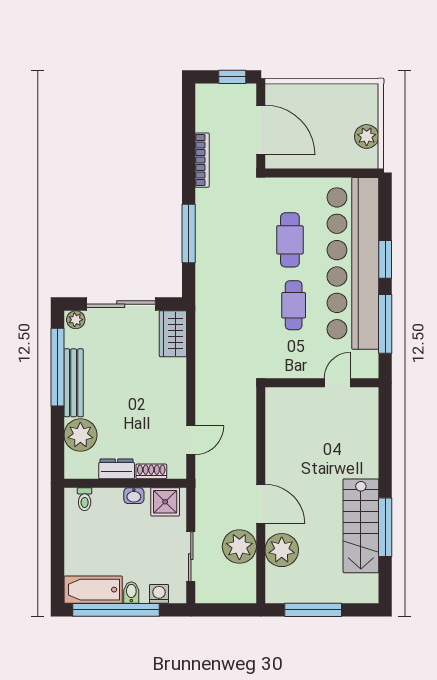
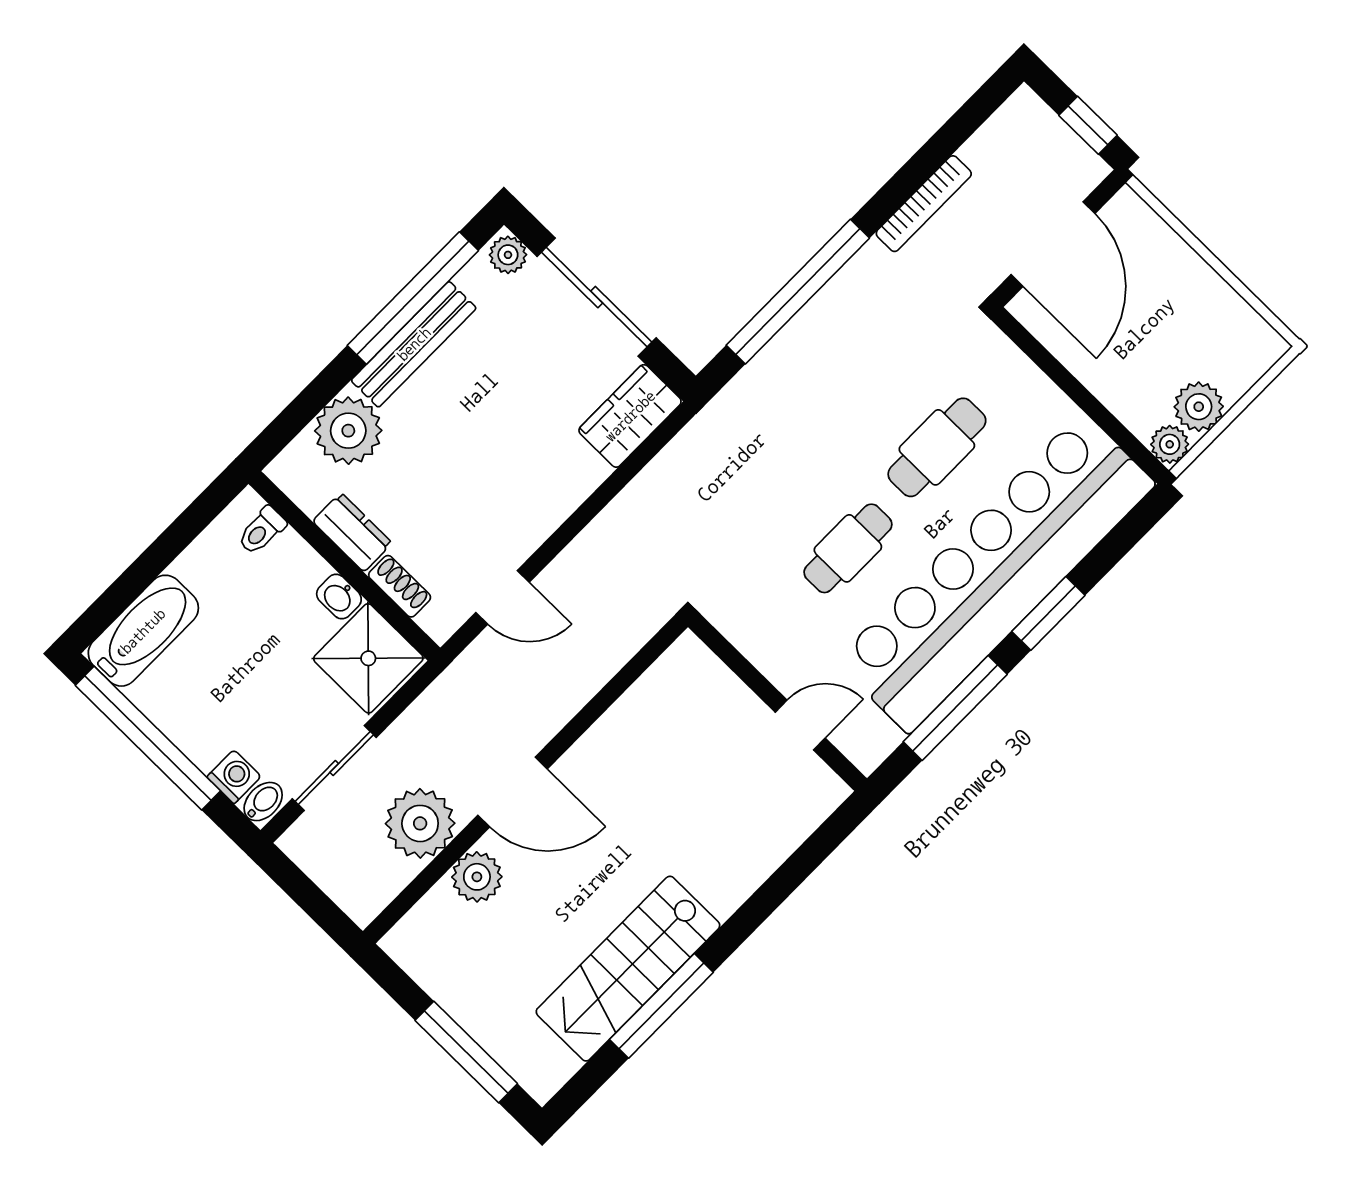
plant: (369, 159) -> (1170, 444), added
window: (189, 233) -> (798, 292), width x1.46
shower: (165, 502) -> (368, 658), width x1.36, depth x1.36
door: (261, 504) -> (512, 792), hinge flipped
plant: (282, 550) -> (477, 877), width x0.73, depth x0.73
bathtub: (93, 590) -> (143, 631), moved, turned 90
bidet: (131, 592) -> (263, 802), moved
window: (313, 610) -> (466, 1052), moved

